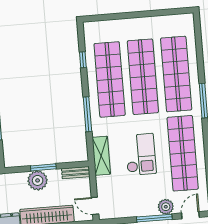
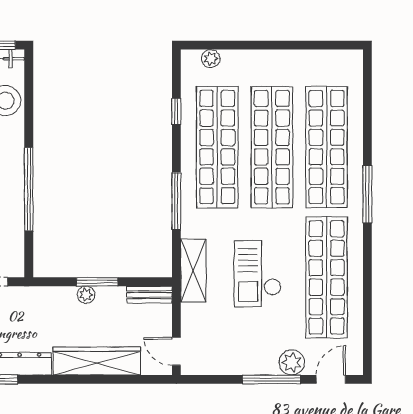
plant: (101, 26) -> (211, 59), added
checkout: (141, 154) -> (258, 274), turned 180
plant: (38, 180) -> (86, 295), width x0.53, depth x0.53

